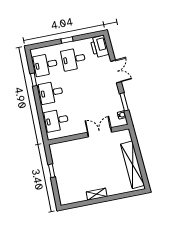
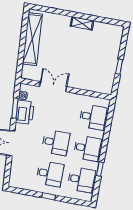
printer: (100, 46) -> (25, 112), moved
desk: (79, 87) -> (56, 142), added
double door: (100, 132) -> (53, 87), swing flipped

